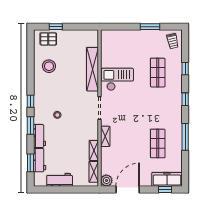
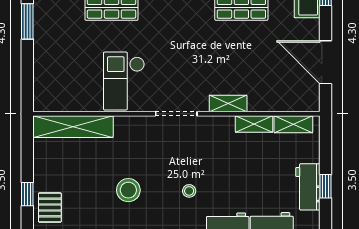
stool: (49, 66) -> (128, 190), moved
shelving: (93, 69) -> (73, 127), moved
plant: (106, 180) -> (309, 101), removed
window: (60, 190) -> (326, 186), added

